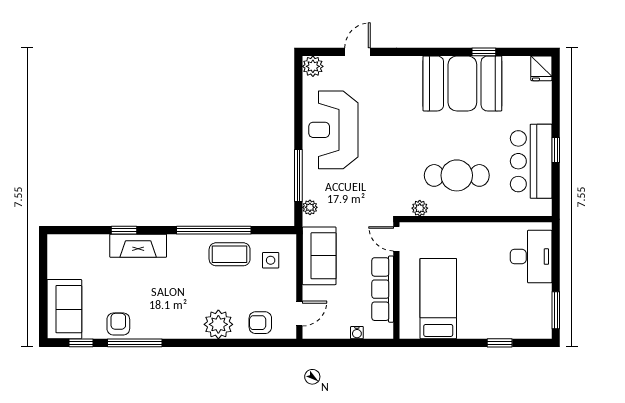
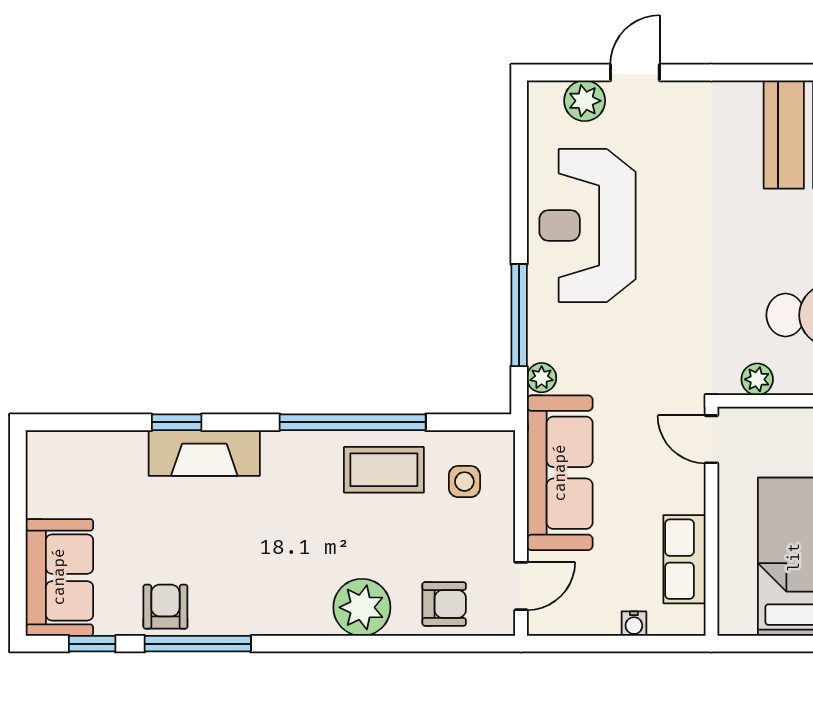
plant: (313, 66) -> (585, 101), moved
sofa: (319, 256) -> (560, 473), width x1.36
row of seats: (383, 289) -> (685, 559), width x0.68
armchair: (260, 323) -> (444, 604), turned 180

